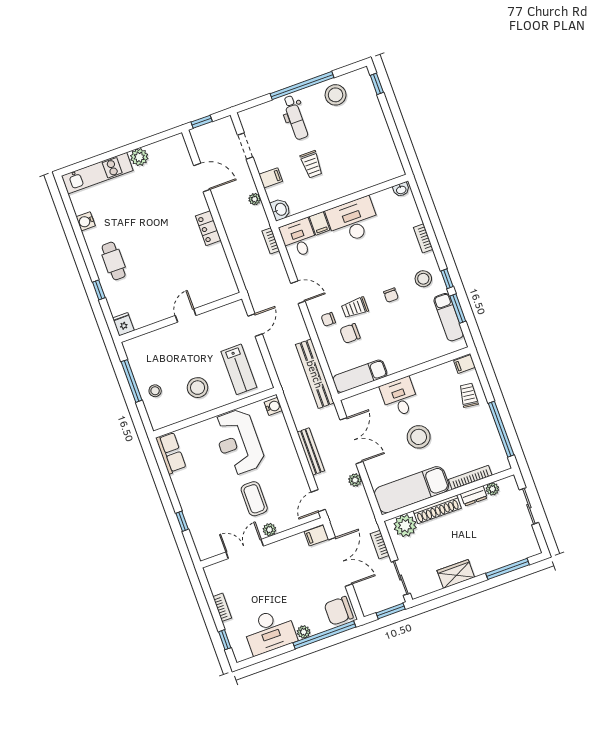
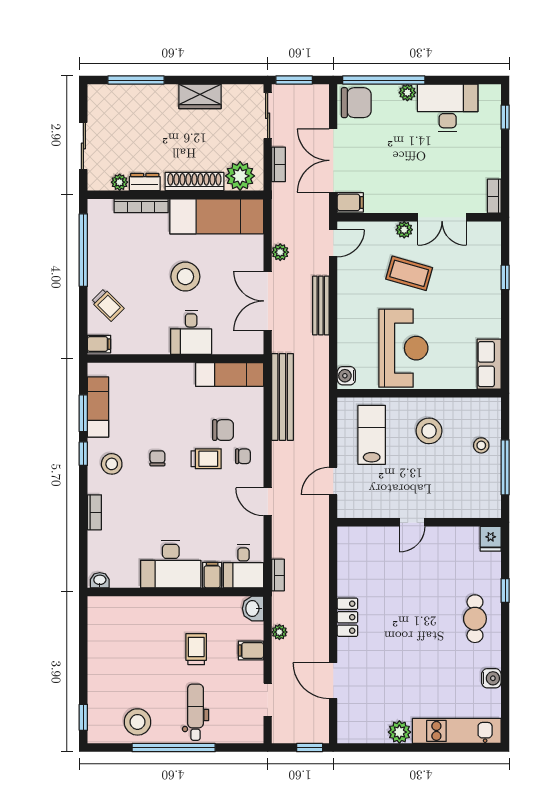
trolley: (469, 395) -> (108, 305), turned -52
coffee table: (254, 499) -> (409, 273), turned -74
bookcase: (222, 607) -> (494, 196), moved

